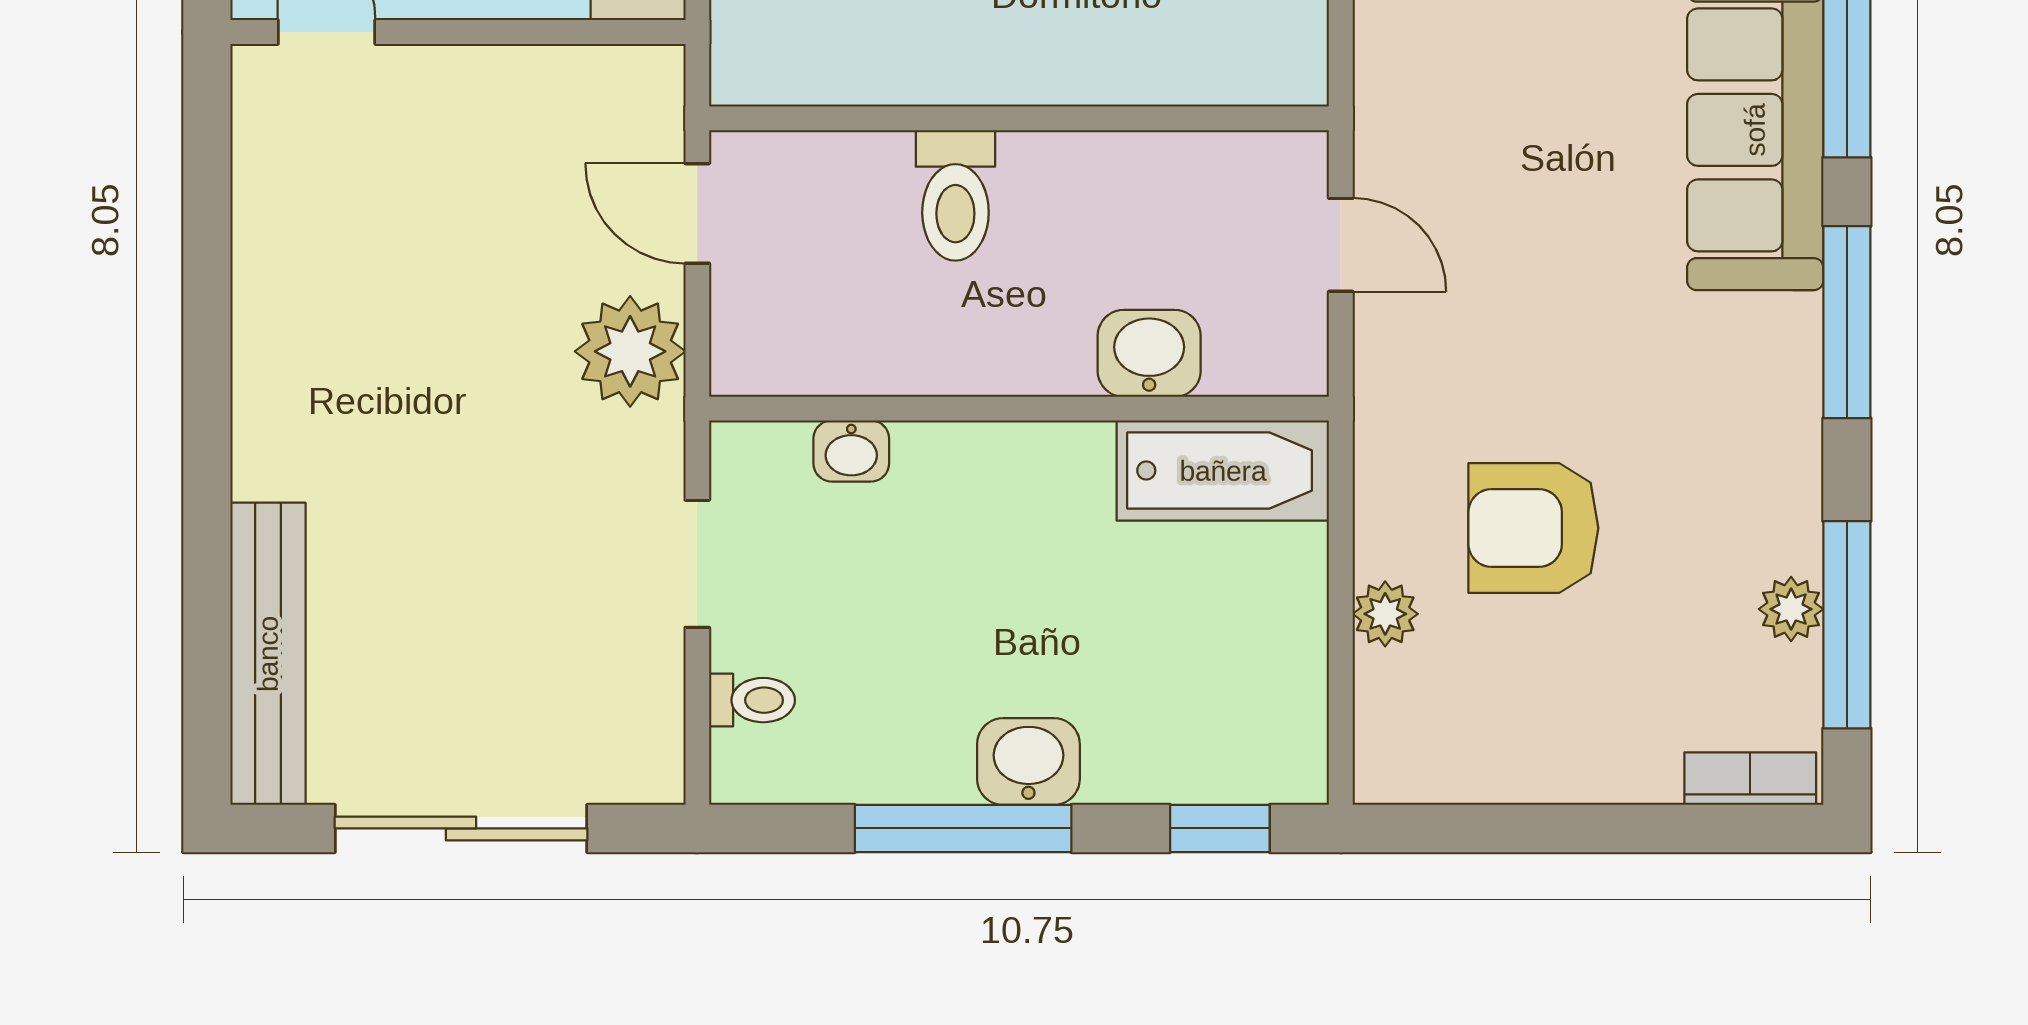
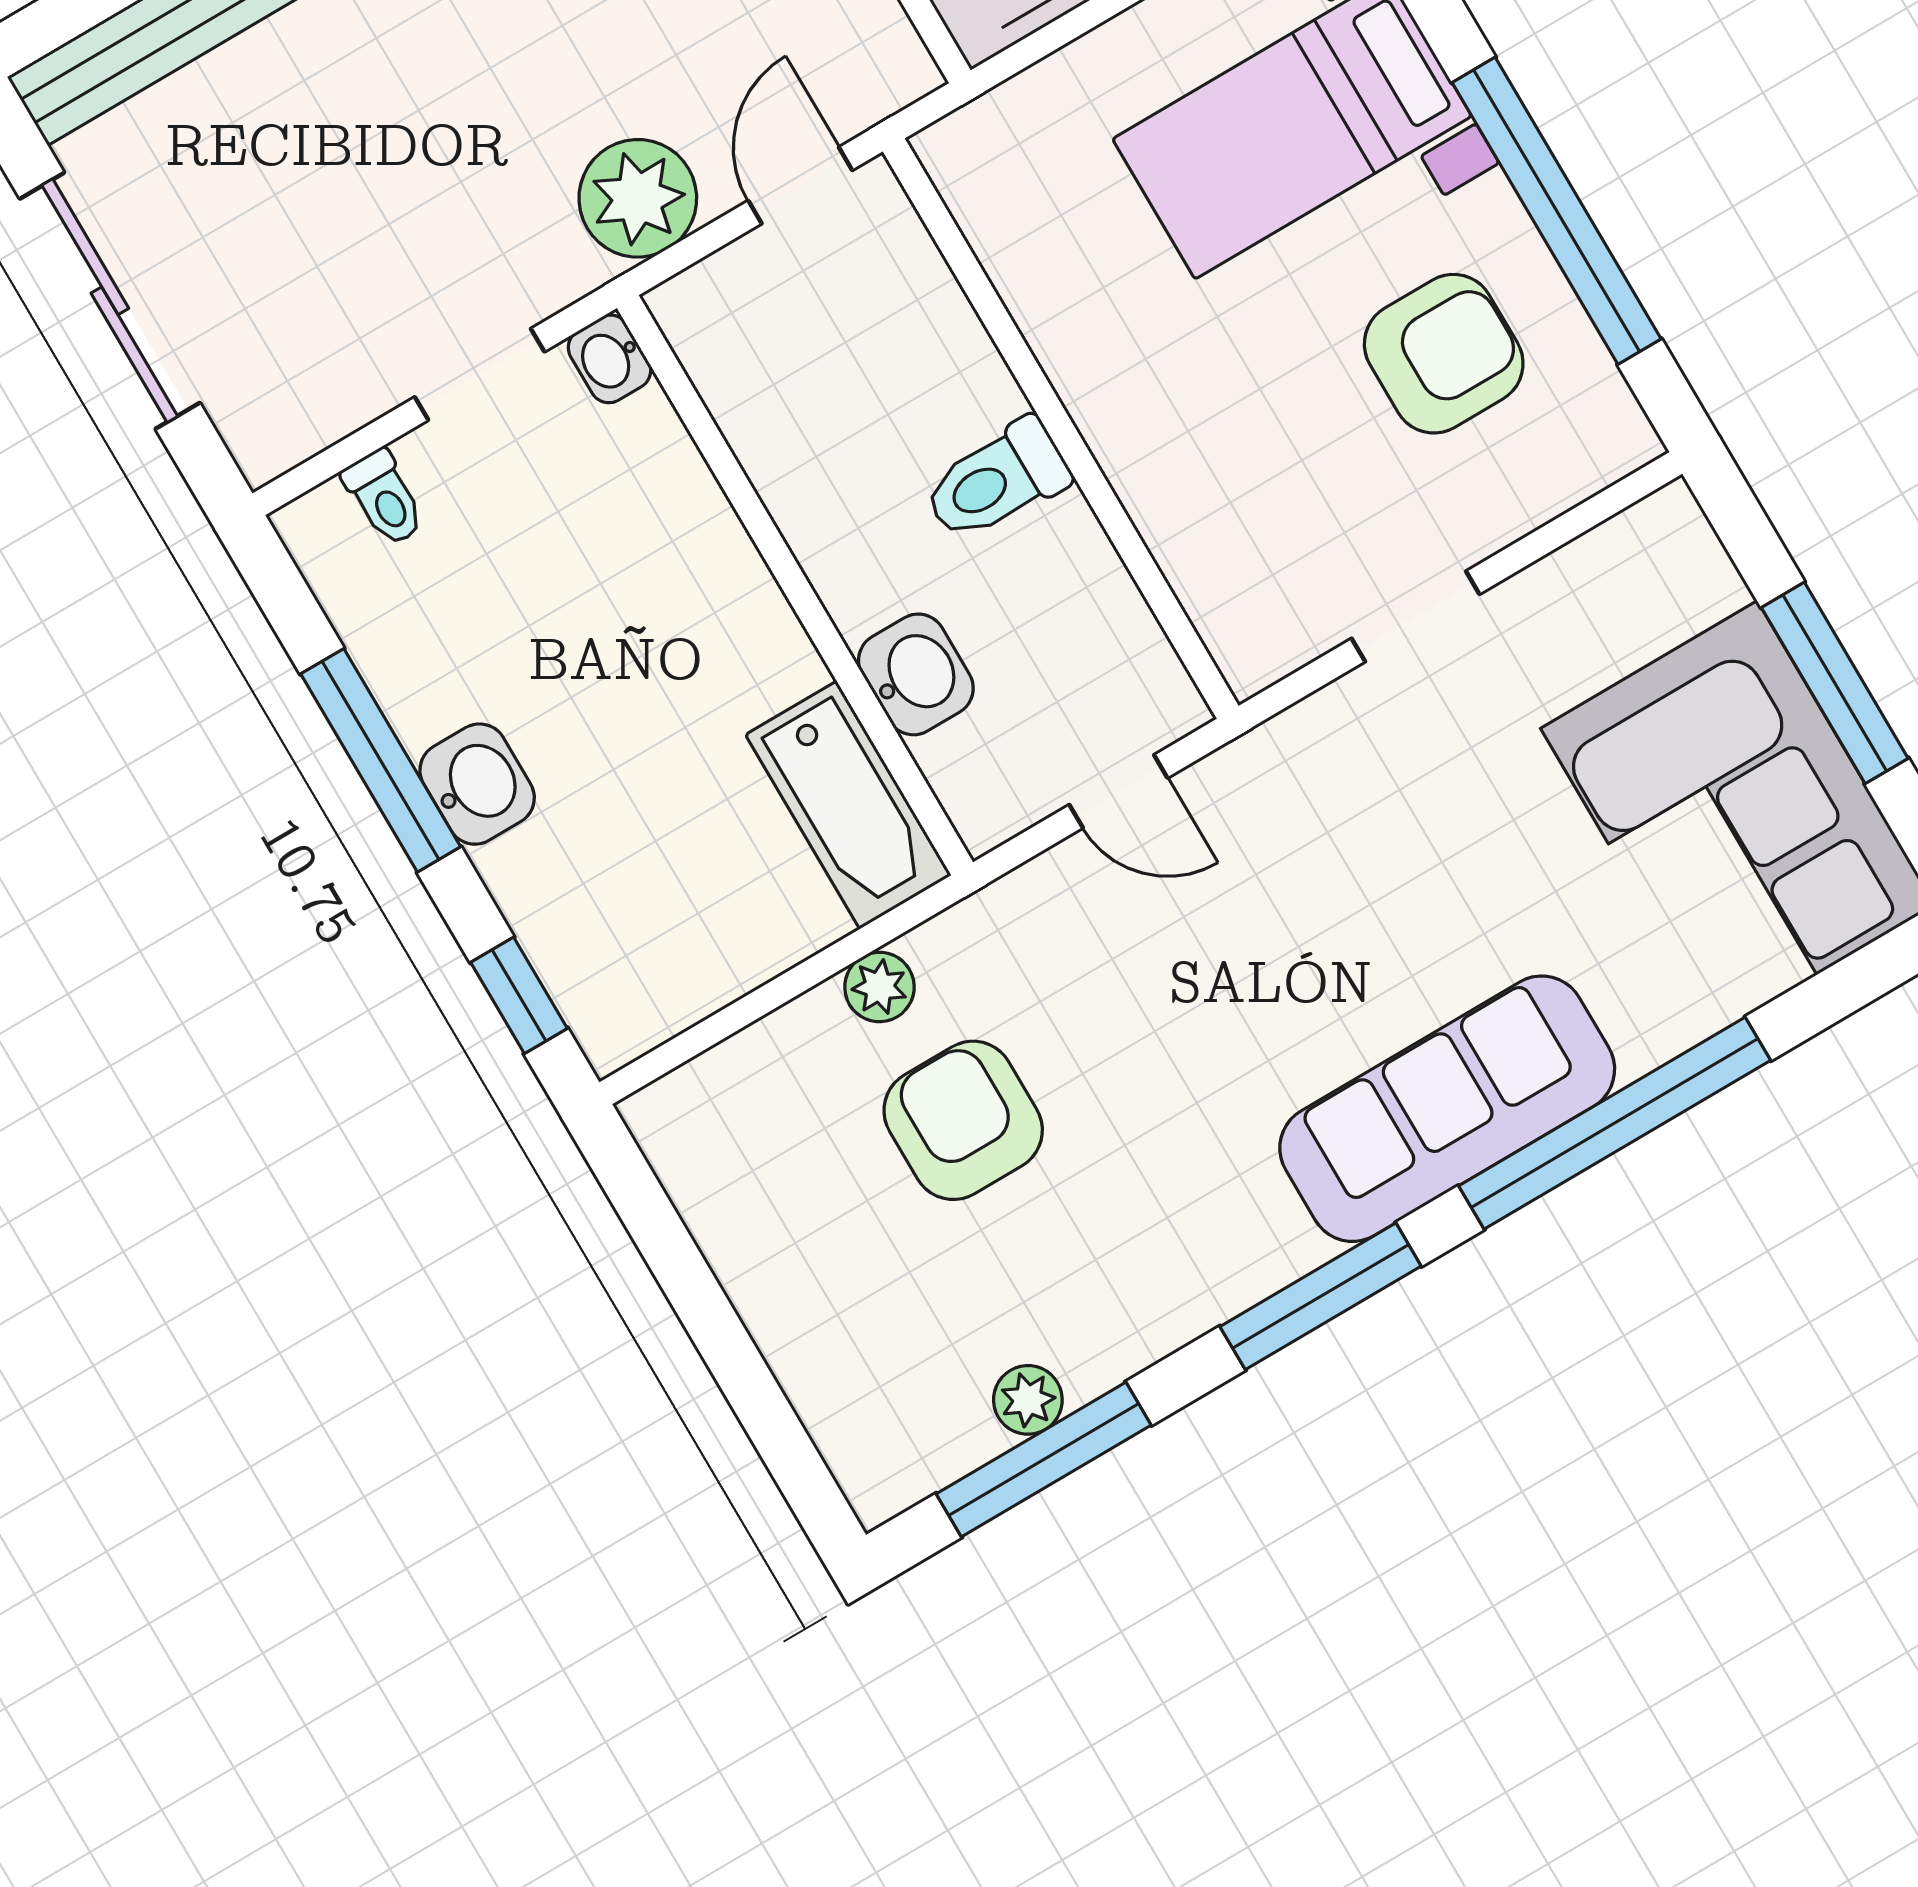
toilet: (955, 195) -> (996, 481), moved
door: (1341, 245) -> (1118, 791), hinge flipped
washbasin: (851, 451) -> (610, 359), moved
plant: (1385, 614) -> (879, 987), moved
bookcase: (1750, 779) -> (851, 1454), removed

